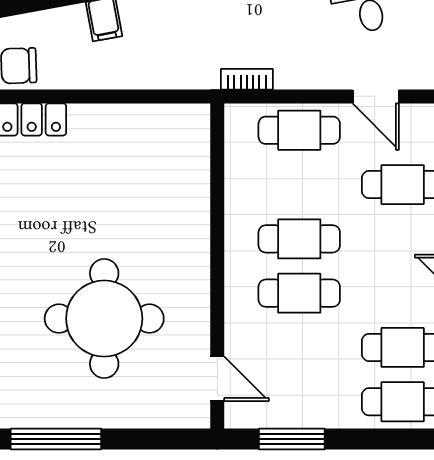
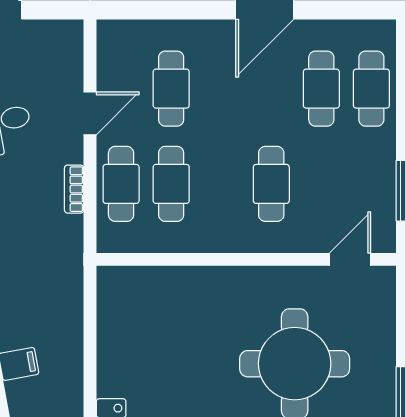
bookcase: (247, 79) -> (74, 189), moved
cafe table: (299, 239) -> (171, 184), moved

